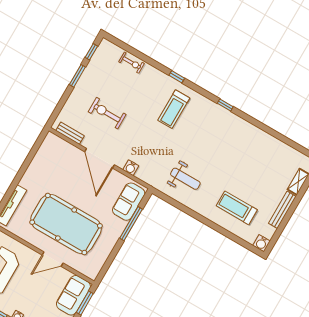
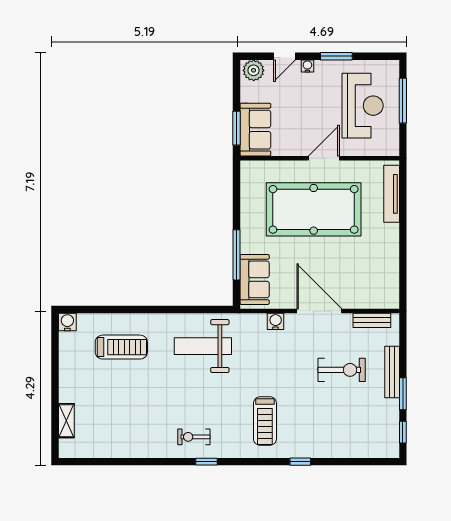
exercise bike: (132, 63) -> (194, 437), moved
window: (177, 77) -> (300, 462), moved
treadmill: (174, 109) -> (265, 421), turned 180
weight bench: (185, 179) -> (203, 346), width x1.36, depth x1.33
bench: (282, 210) -> (392, 372), moved
door: (53, 259) -> (324, 158), moved

